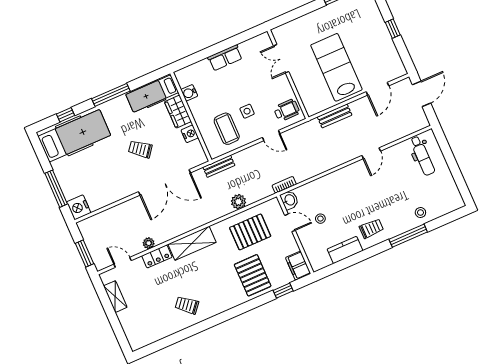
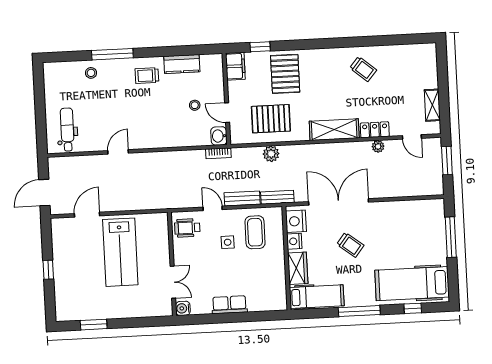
water cooler: (189, 93) -> (183, 308), moved, turned 180
bench: (335, 116) -> (242, 199), moved
nightstand: (79, 207) -> (296, 221), moved, turned 180

